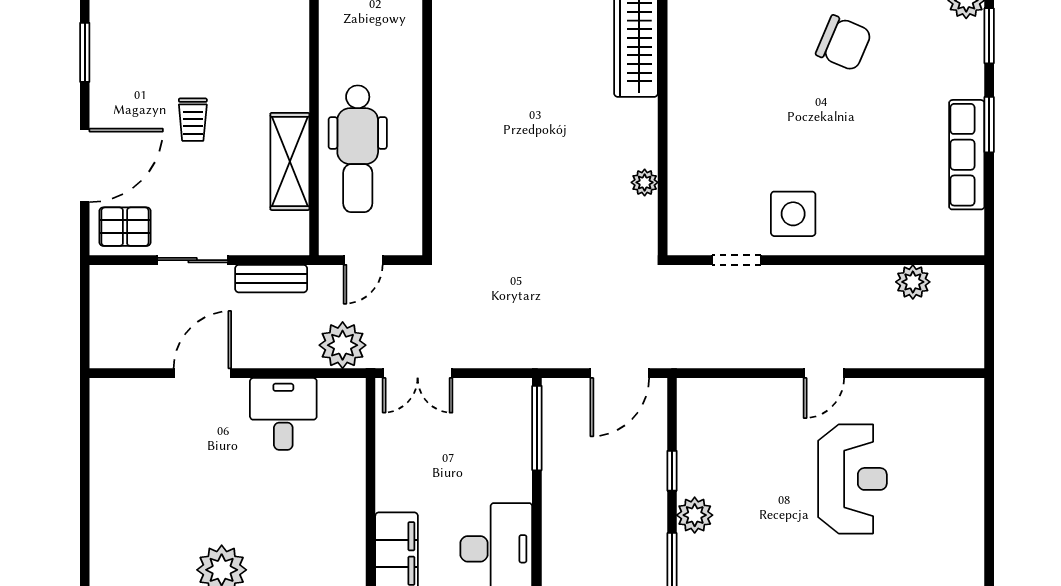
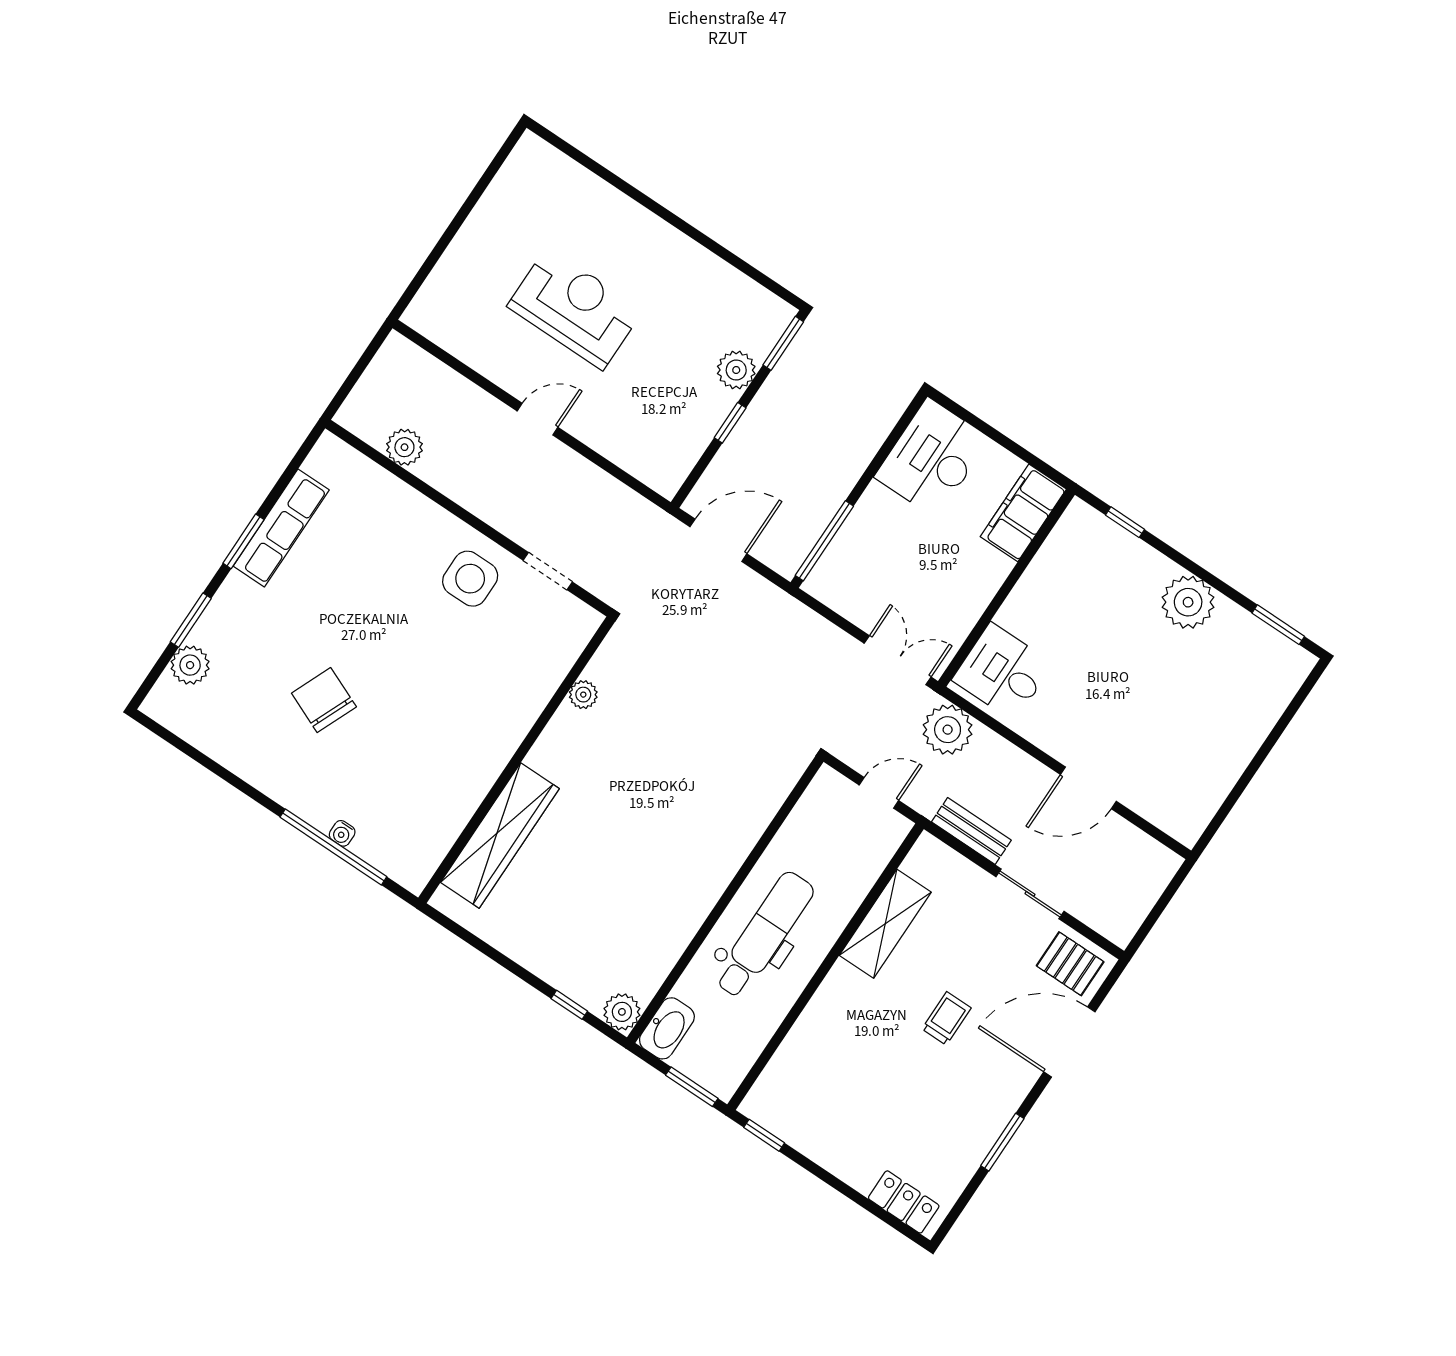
dental chair: (358, 149) -> (764, 935), moved
desk: (283, 414) -> (1003, 672), moved, turned 90
reception desk: (852, 479) -> (575, 308), turned 90

